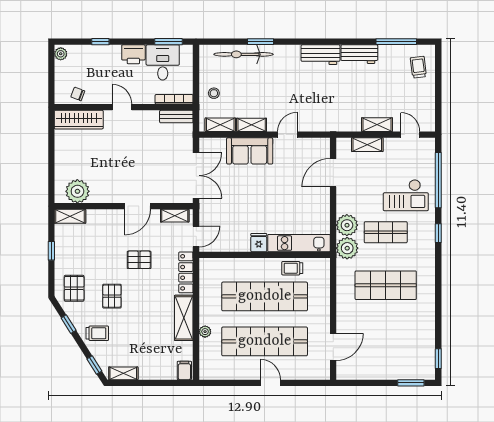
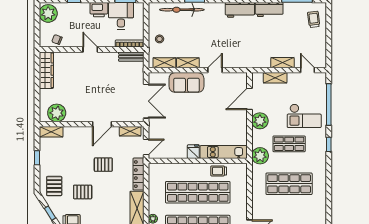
plant: (61, 54) -> (48, 13), width x1.87, depth x1.87
wardrobe: (79, 120) -> (46, 70), moved, turned -90
plant: (347, 225) -> (260, 121), moved
pallet: (112, 296) -> (83, 192), turned 90

